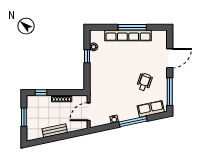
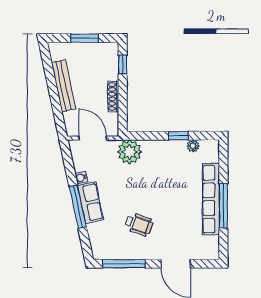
plant: (97, 88) -> (129, 152), added
row of seats: (151, 109) -> (91, 203), moved
bench: (55, 131) -> (63, 86), width x1.36

